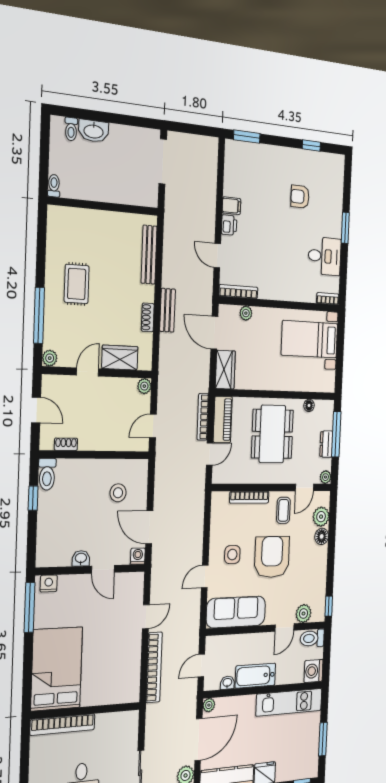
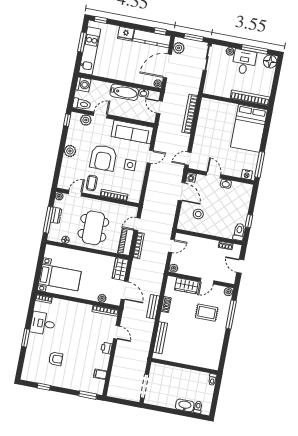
filing cabinet: (231, 206) -> (100, 374), moved
rug: (77, 284) -> (207, 313), moved, turned 90
plant: (321, 517) -> (70, 151), moved
floor lamp: (322, 536) -> (67, 162), removed
door: (146, 617) -> (188, 159), moved
door: (201, 666) -> (159, 107), swing flipped
kitchen unit: (289, 702) -> (90, 51), moved, turned 90

